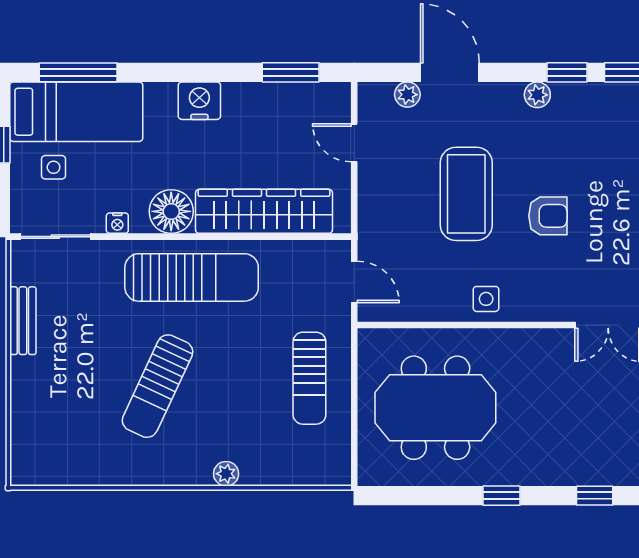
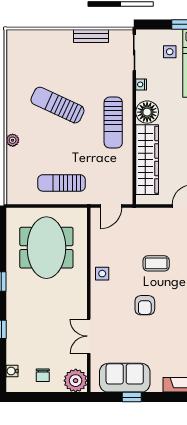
coffee table: (466, 194) -> (156, 263), width x0.54, depth x0.58
sun lounger: (192, 277) -> (113, 123), width x0.73, depth x0.75

